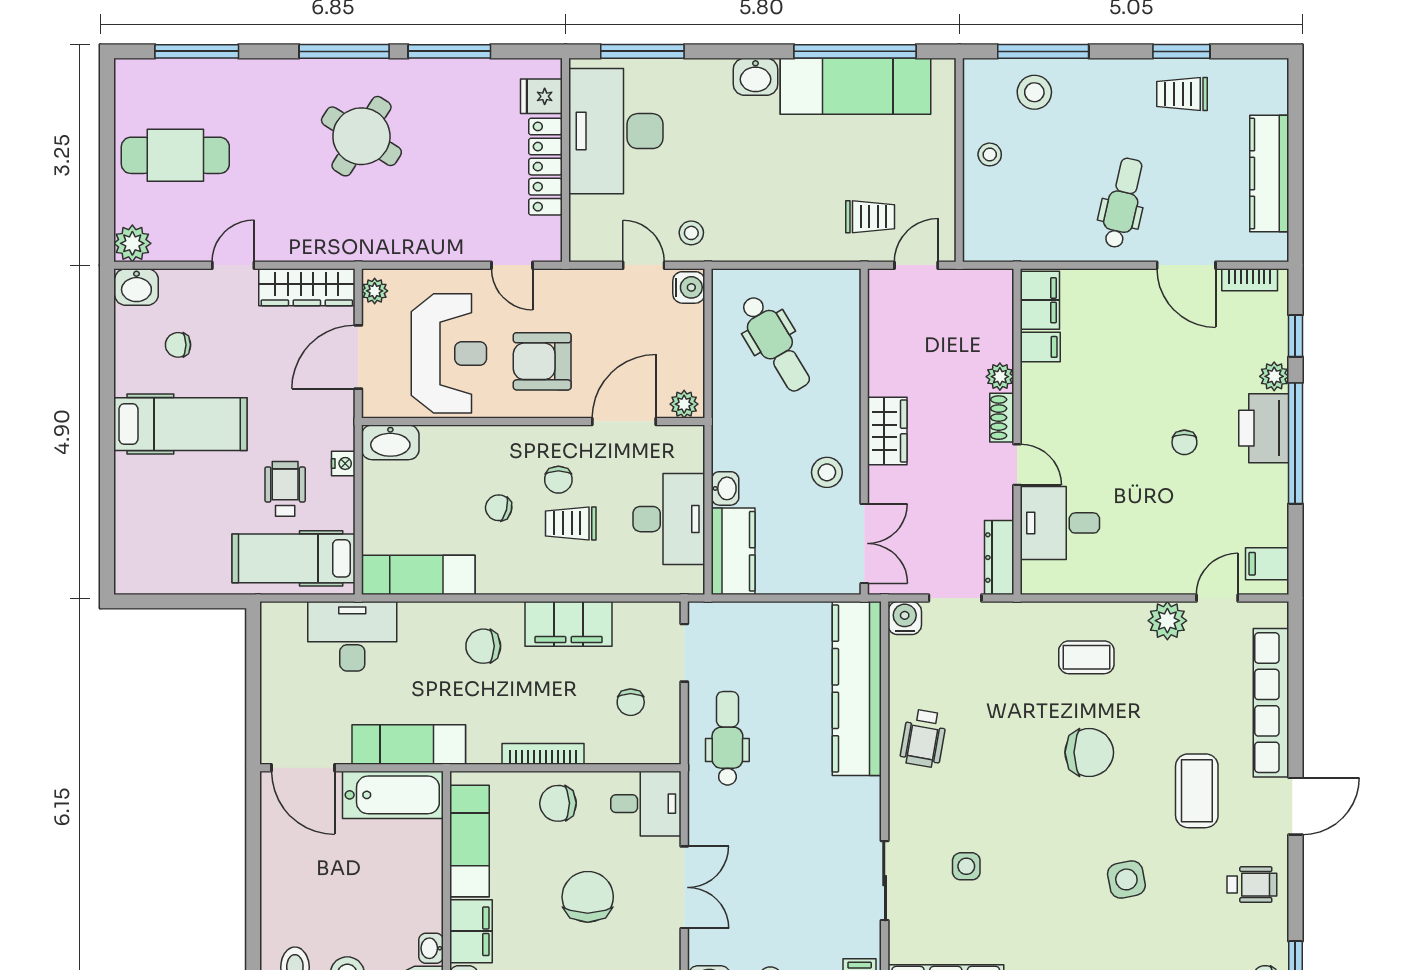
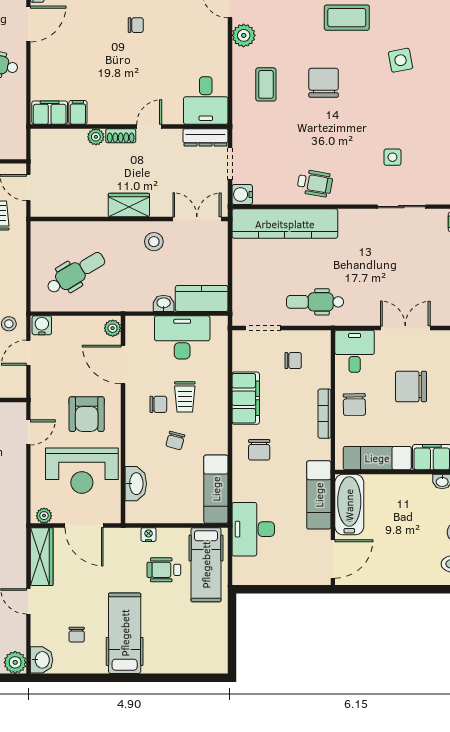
reception desk: (449, 353) -> (82, 471), turned 180
washbasin: (390, 442) -> (136, 484), moved
desk: (1060, 523) -> (206, 100), moved

